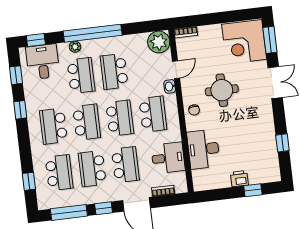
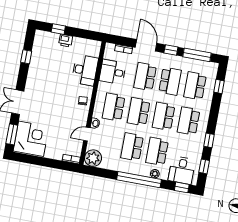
school desk: (114, 71) -> (132, 147), turned 180
round table: (222, 90) -> (58, 109), removed
school desk: (54, 126) -> (189, 121), turned 180

